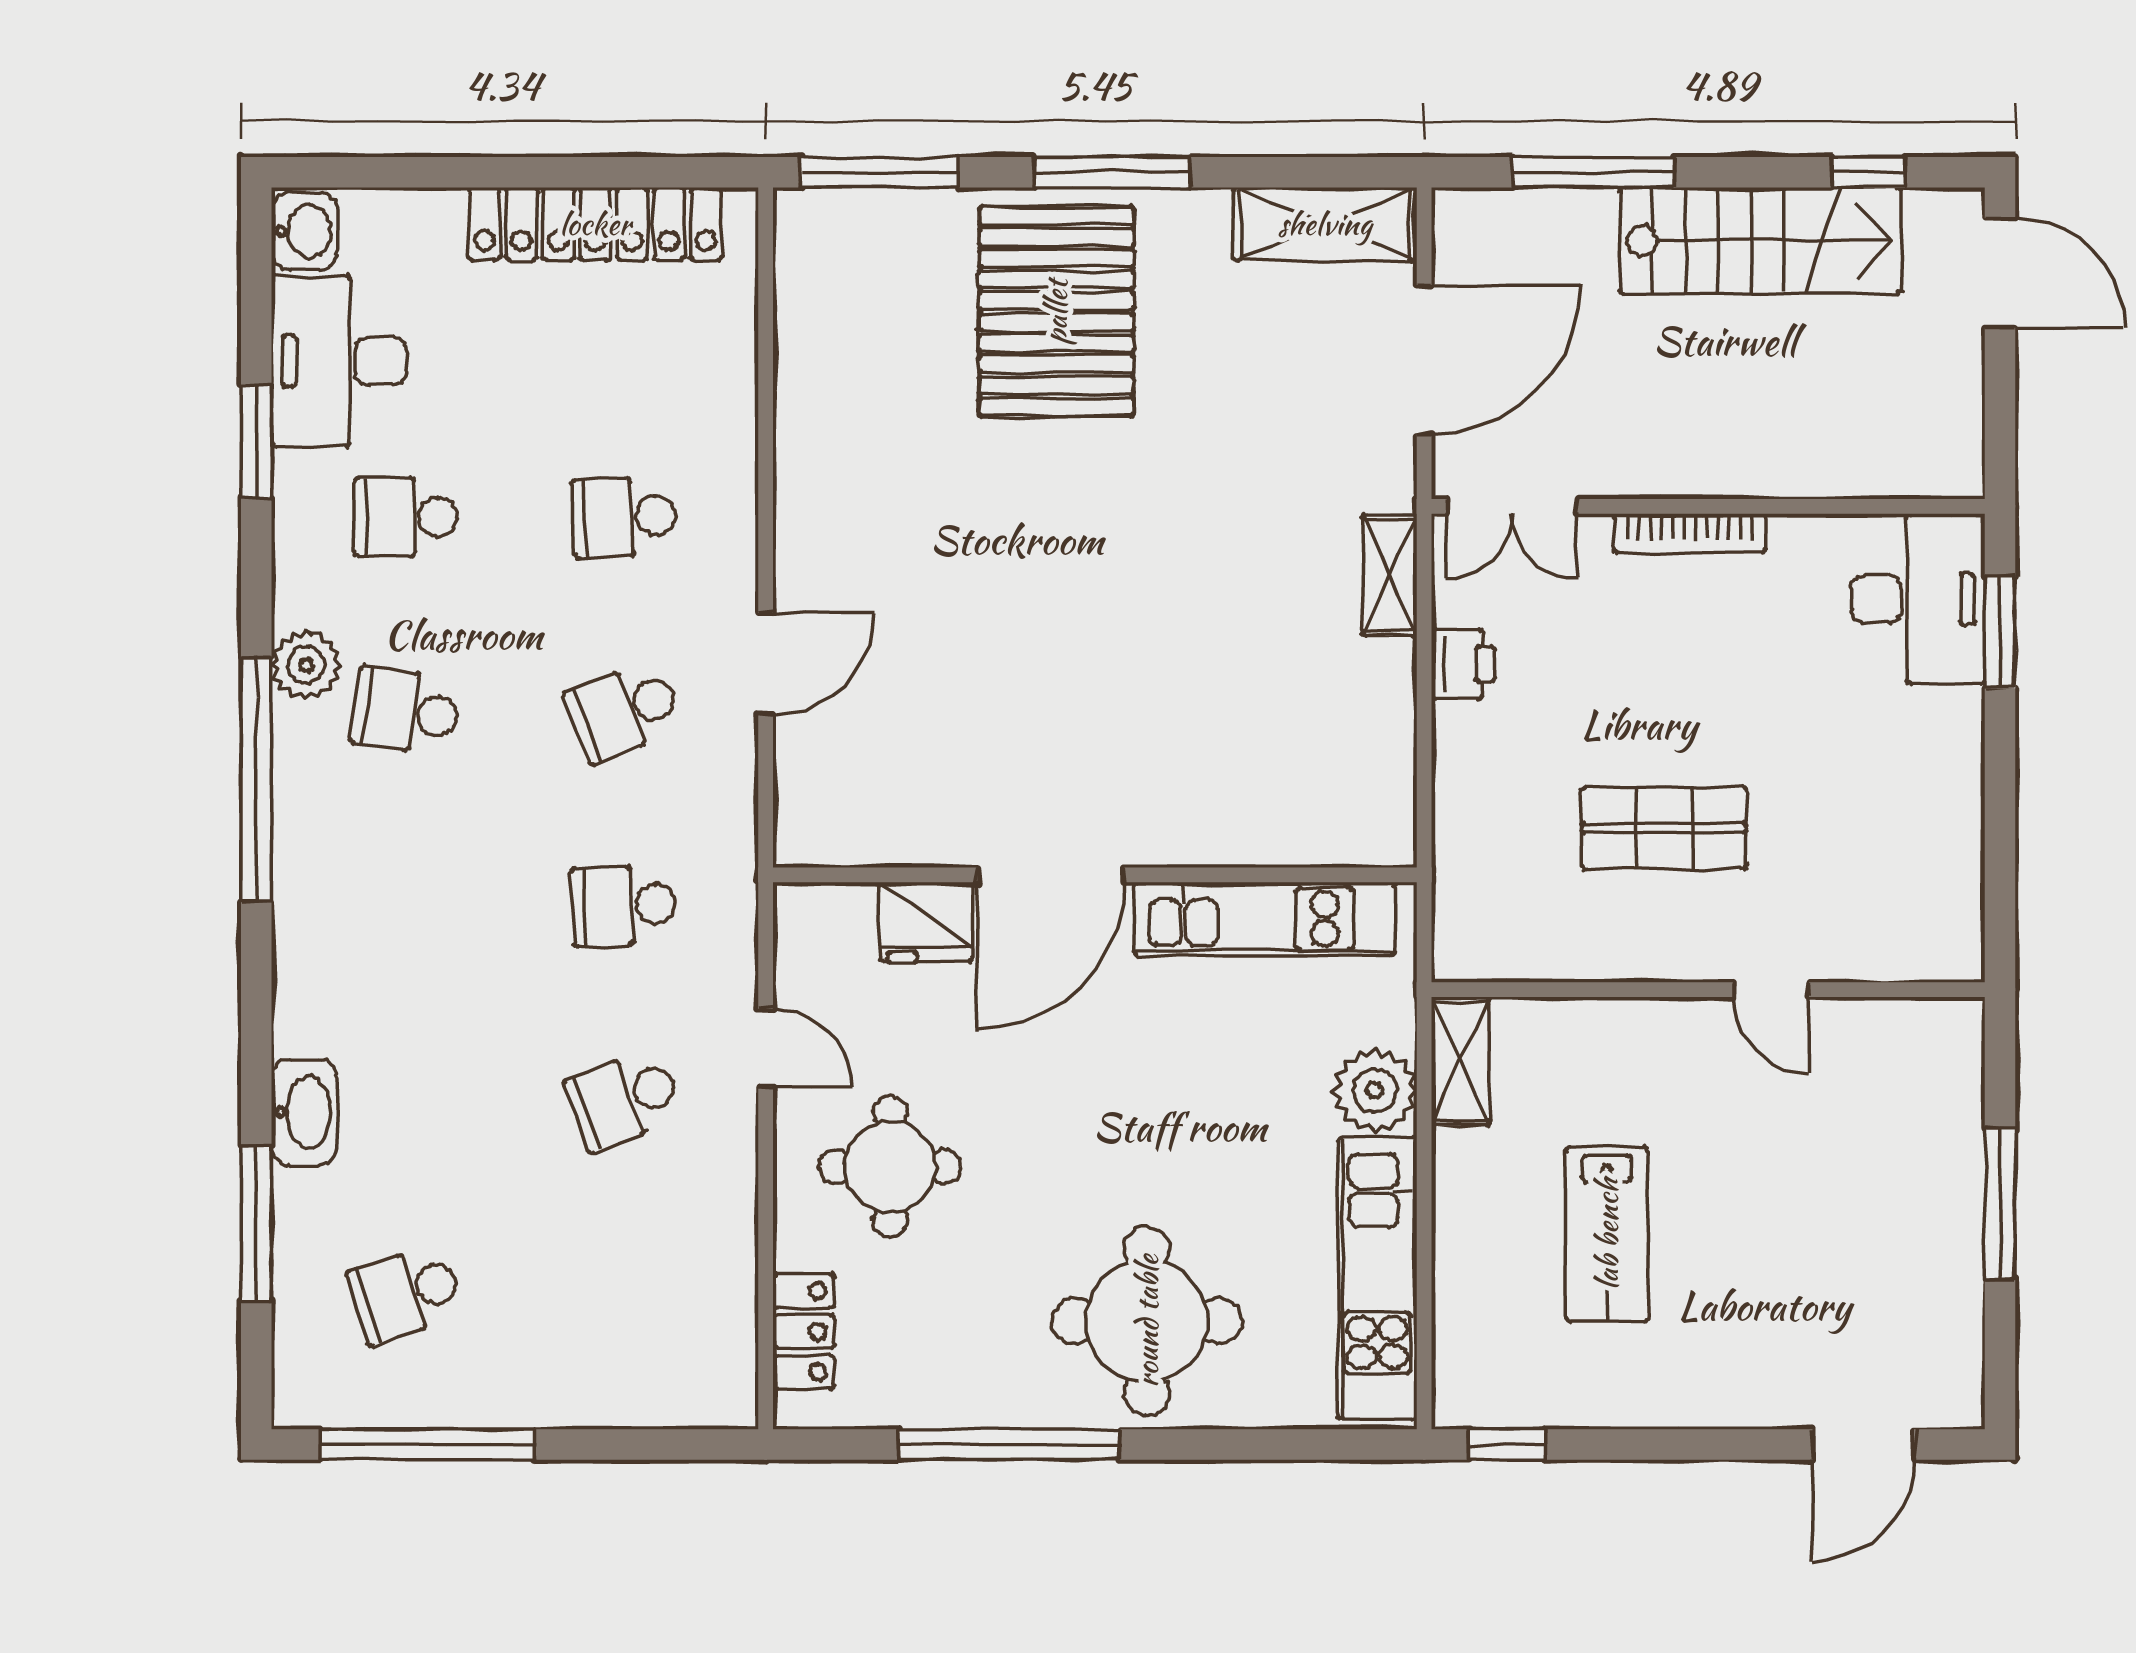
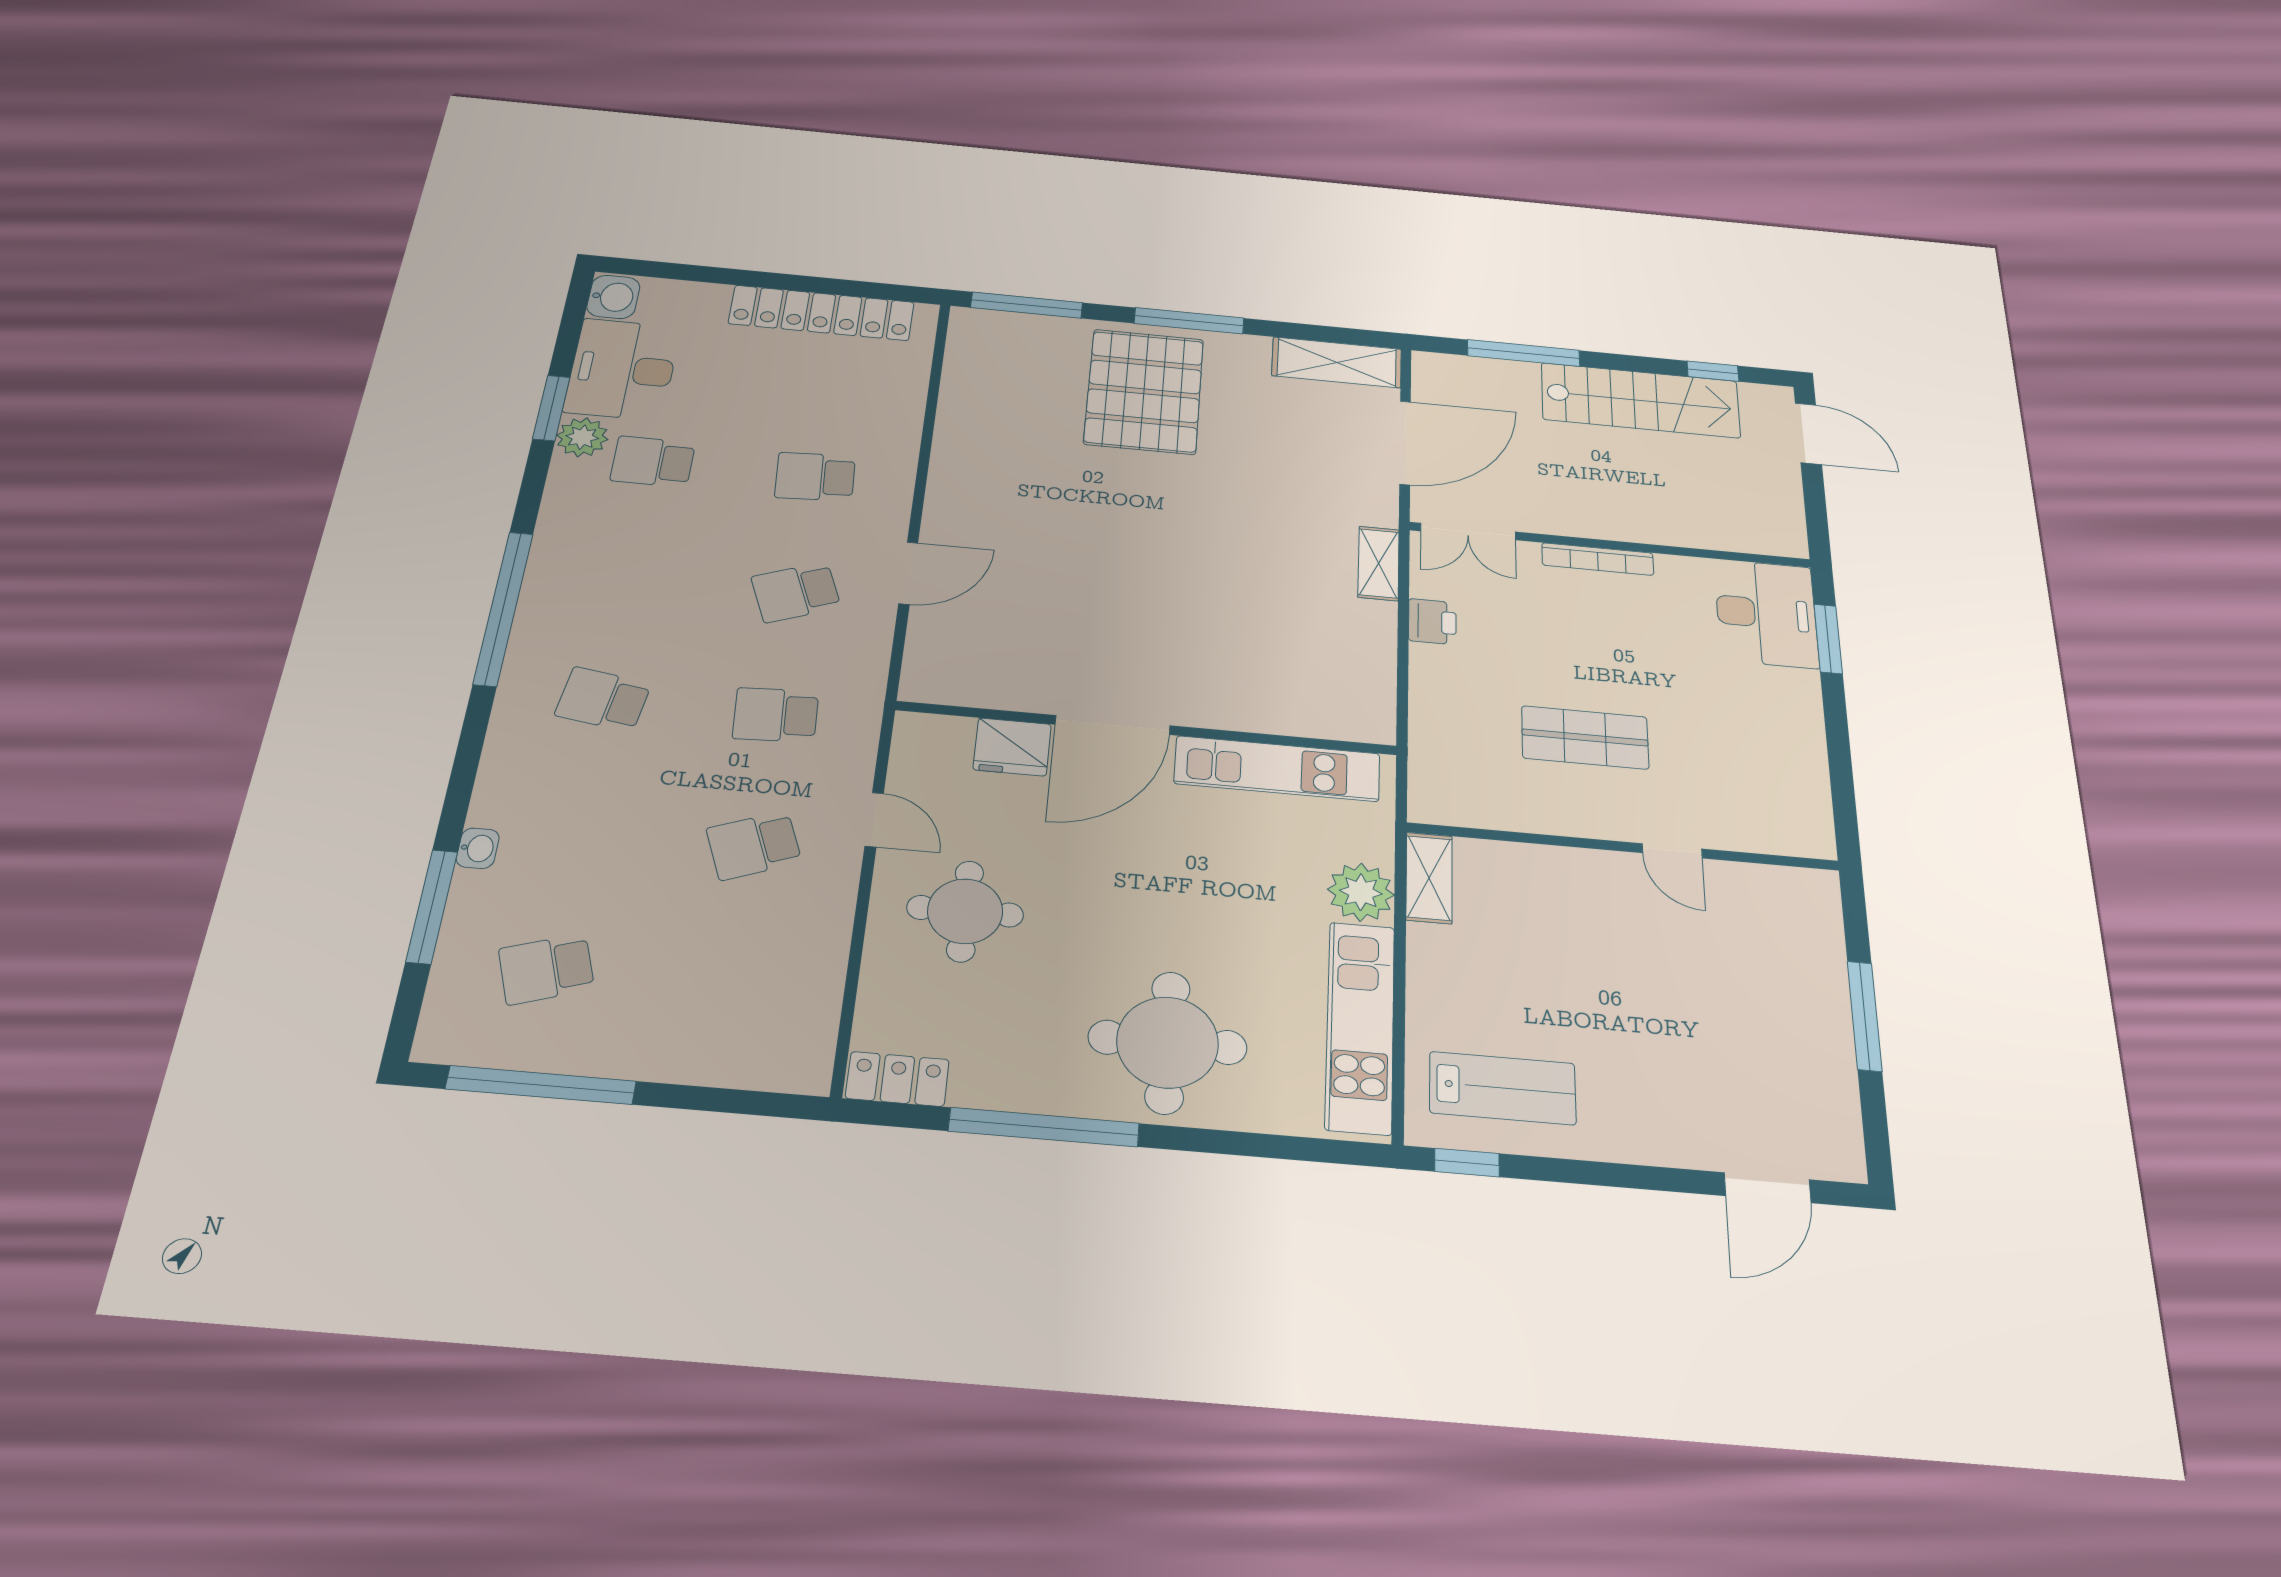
plant: (306, 665) -> (582, 437), moved
school desk: (406, 711) -> (603, 699), moved
washbasin: (304, 1112) -> (478, 848), width x0.52, depth x0.69
lab bench: (1607, 1234) -> (1503, 1088), moved, turned -90
locker: (804, 1332) -> (897, 1079), moved, turned -90

